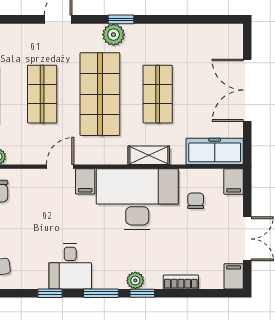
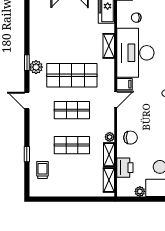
shop shelf: (158, 94) -> (72, 40), removed
door: (60, 167) -> (116, 99), swing flipped

